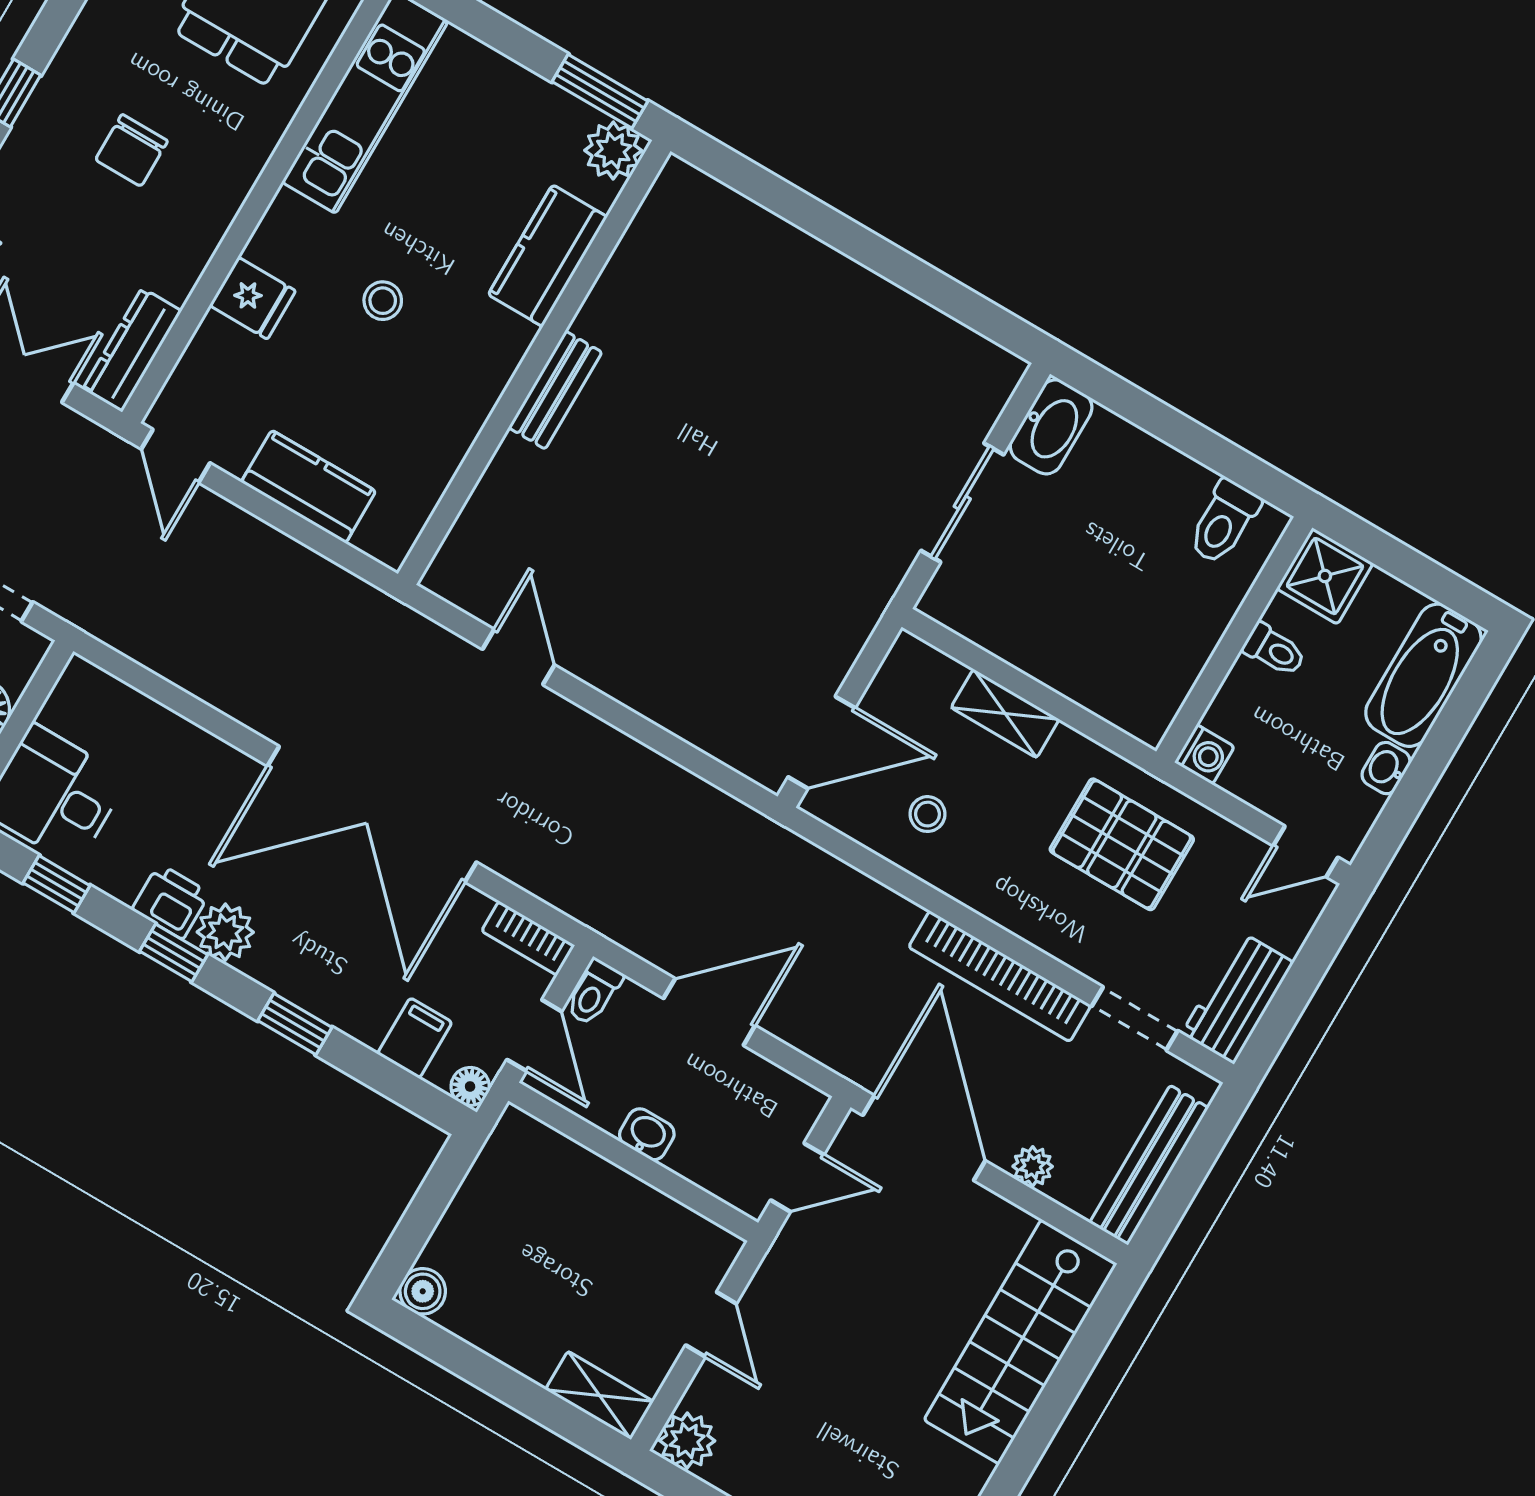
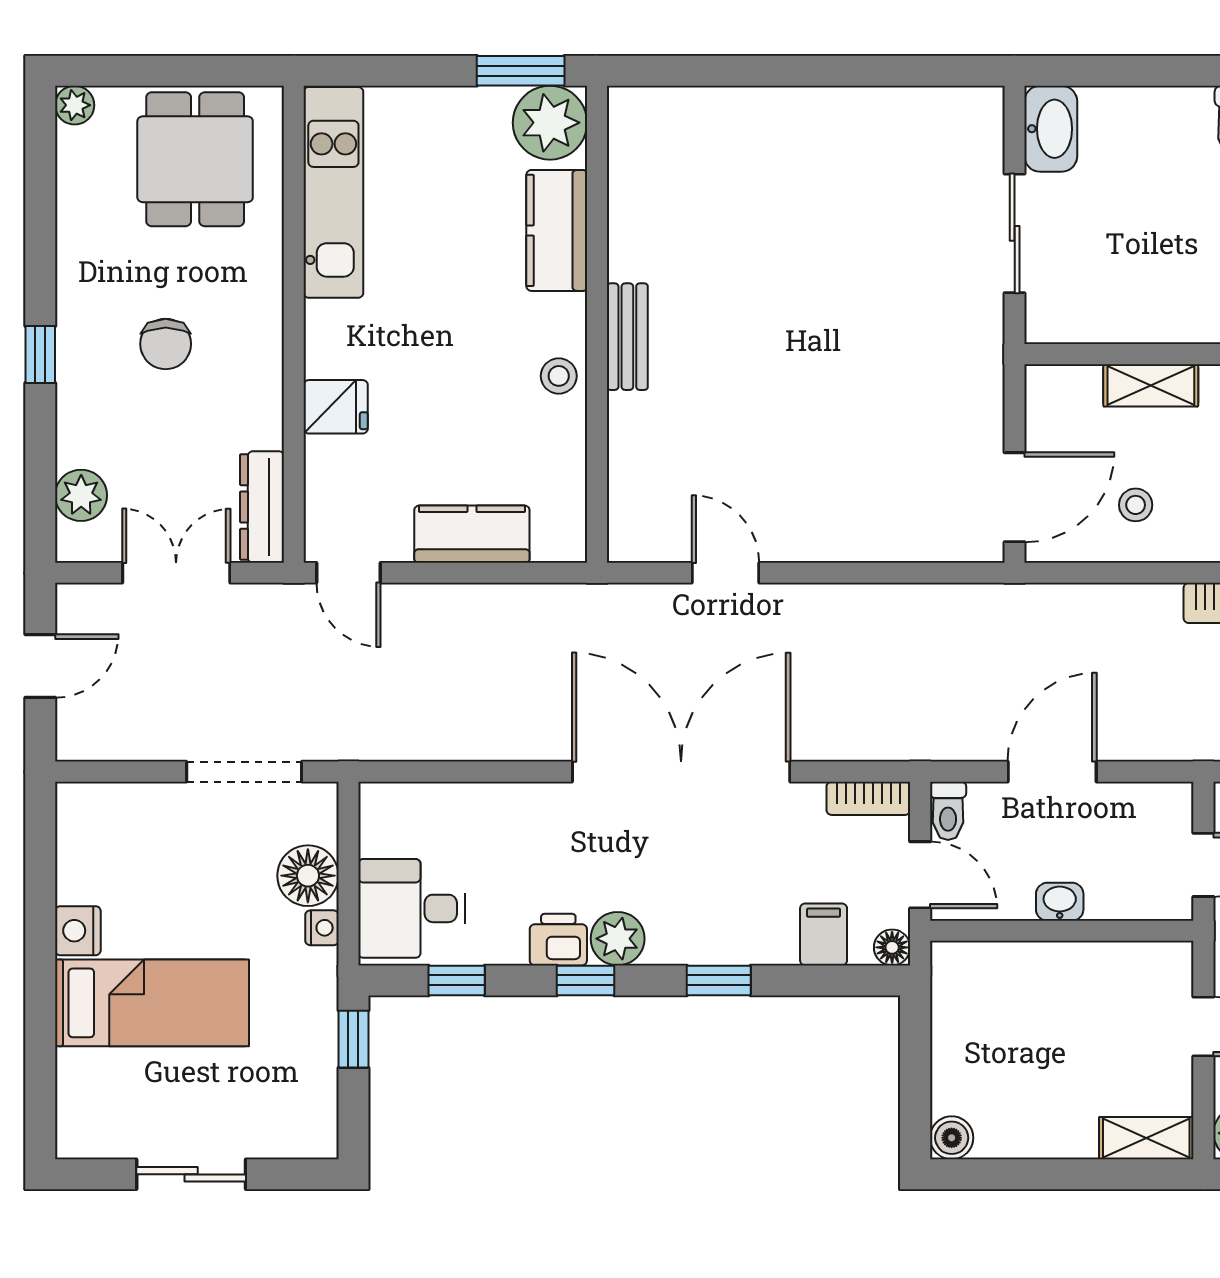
plant: (613, 151) -> (550, 123), width x1.36, depth x1.36
stool: (383, 301) -> (559, 376), moved
double door: (372, 814) -> (681, 772), swing flipped

